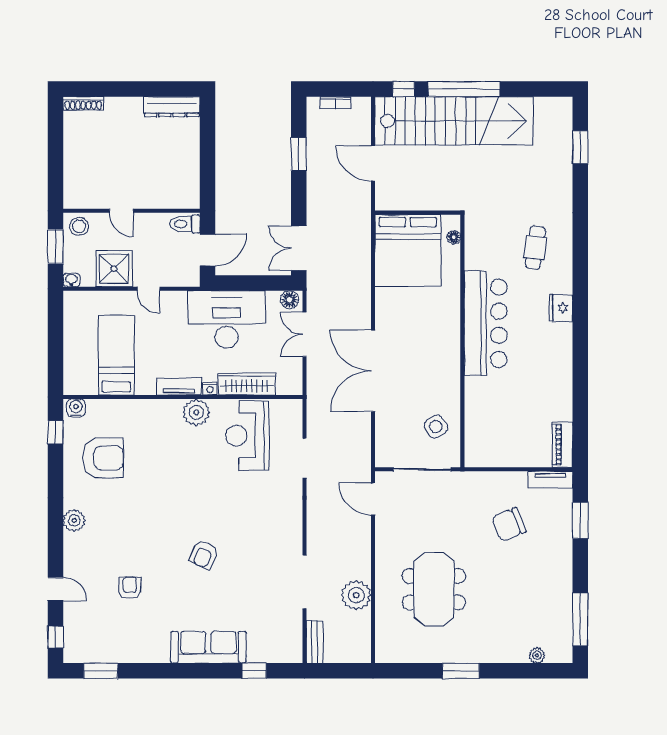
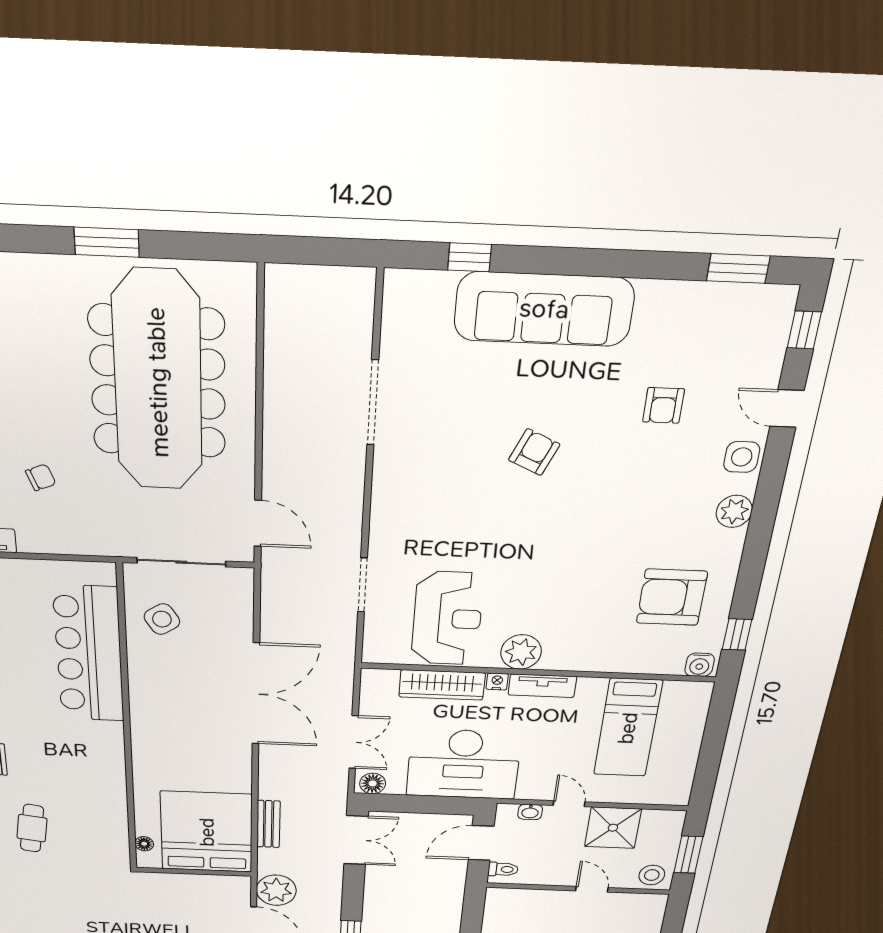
toilet: (185, 224) -> (503, 869), width x0.73, depth x0.72
washbasin: (72, 280) -> (530, 812), moved
bar counter: (486, 323) -> (89, 654), moved
chair: (509, 524) -> (41, 477), width x0.54, depth x0.54
side table: (77, 557) -> (742, 457), added
meeting table: (434, 589) -> (158, 382), width x1.86, depth x1.27
plant: (356, 595) -> (276, 890), moved
bench: (315, 642) -> (268, 824), moved
sofa: (208, 647) -> (544, 309), width x1.36, depth x1.27

